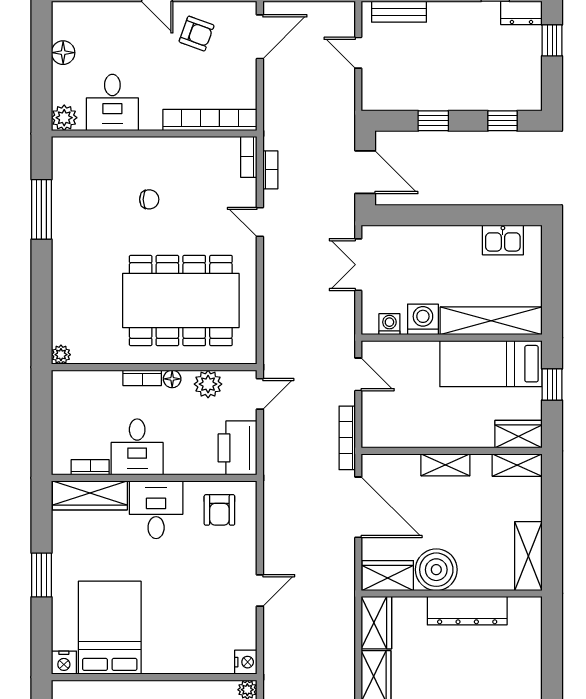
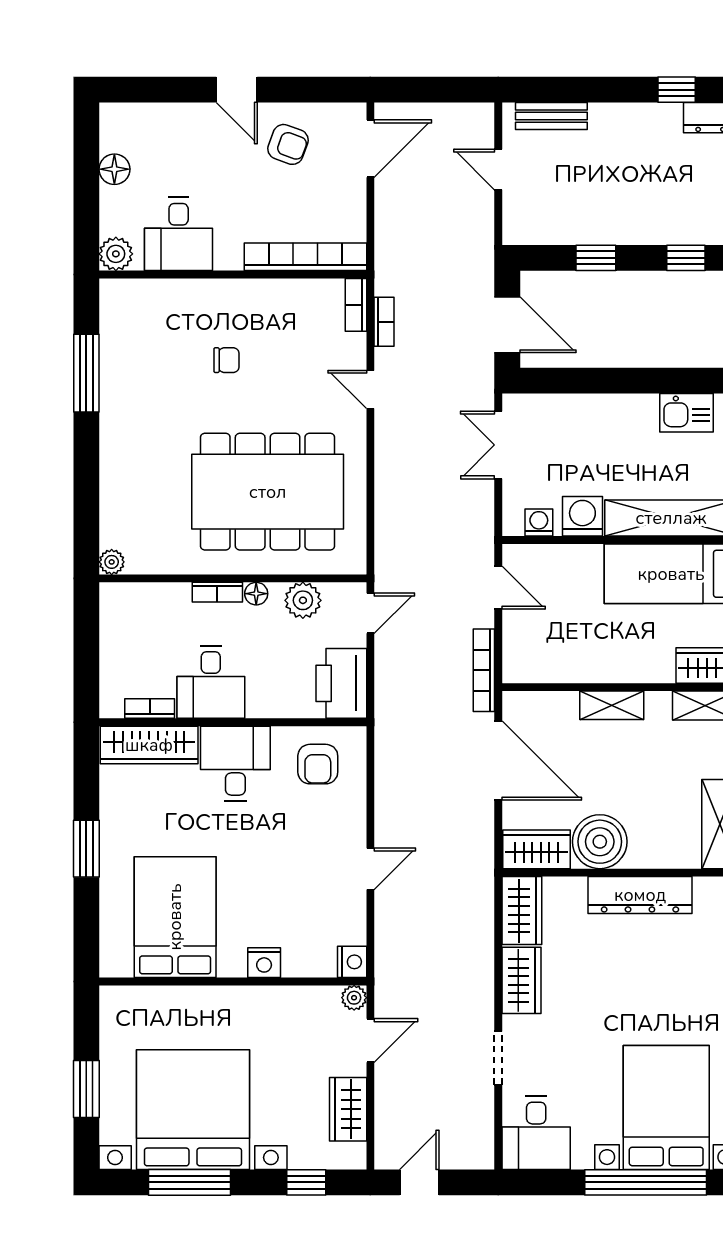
nightstand: (64, 663) -> (264, 963), moved

